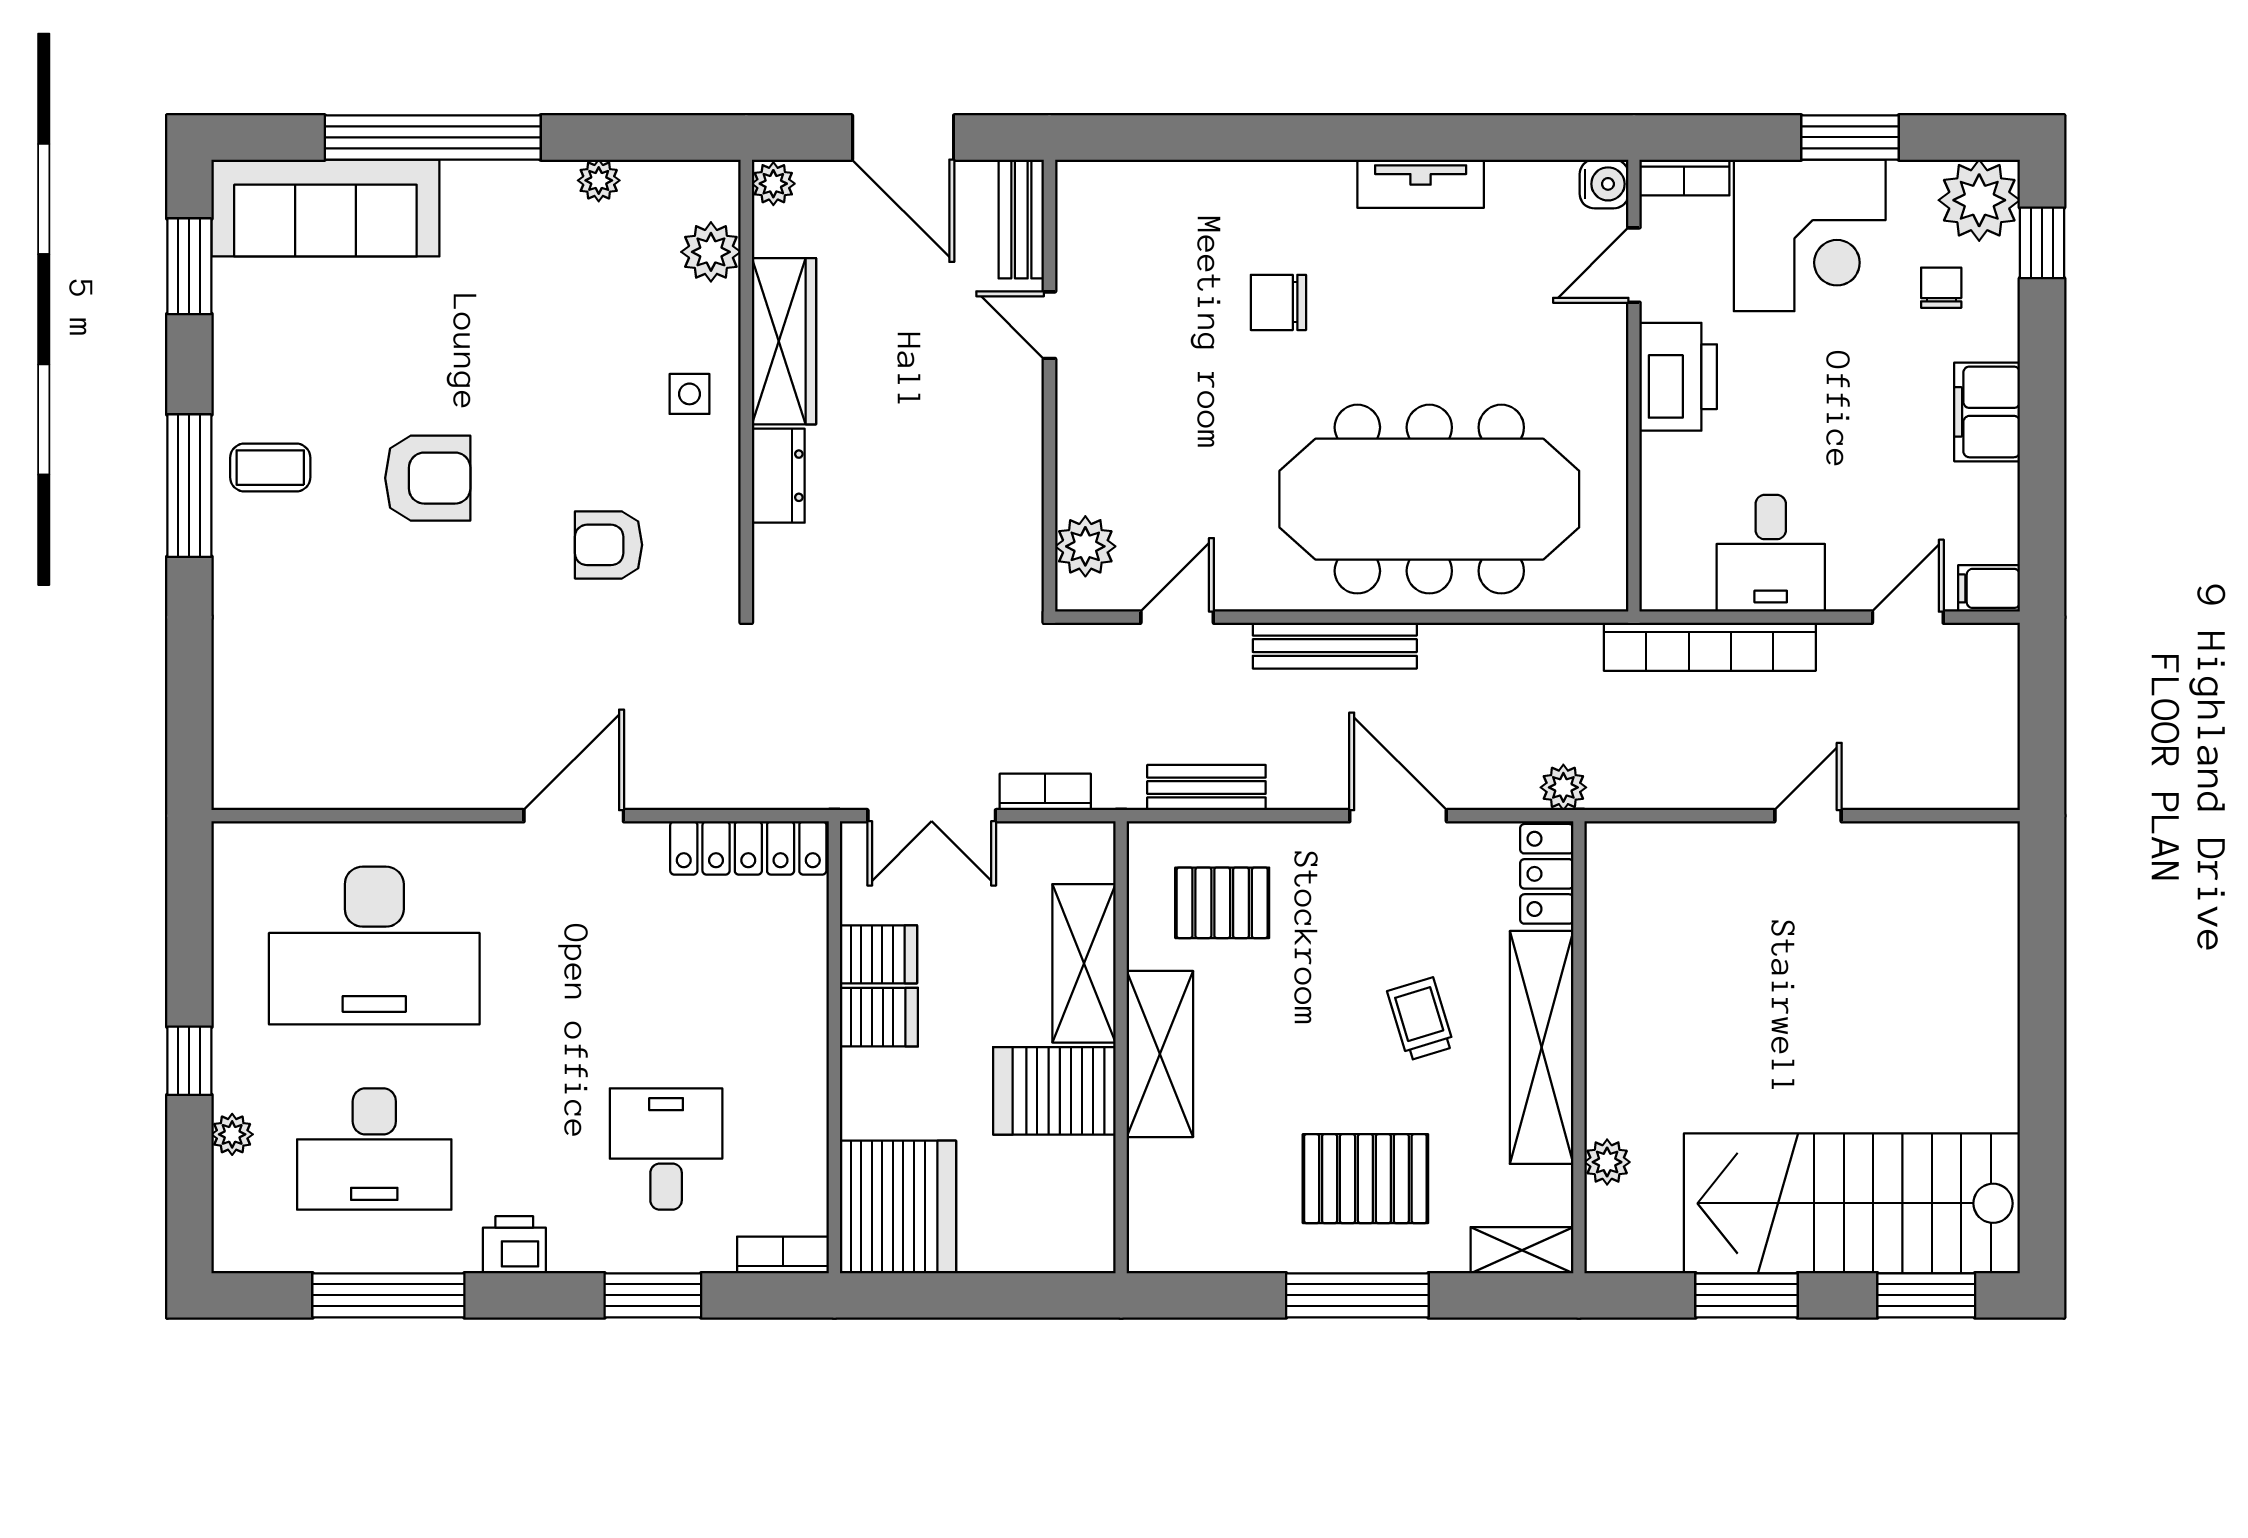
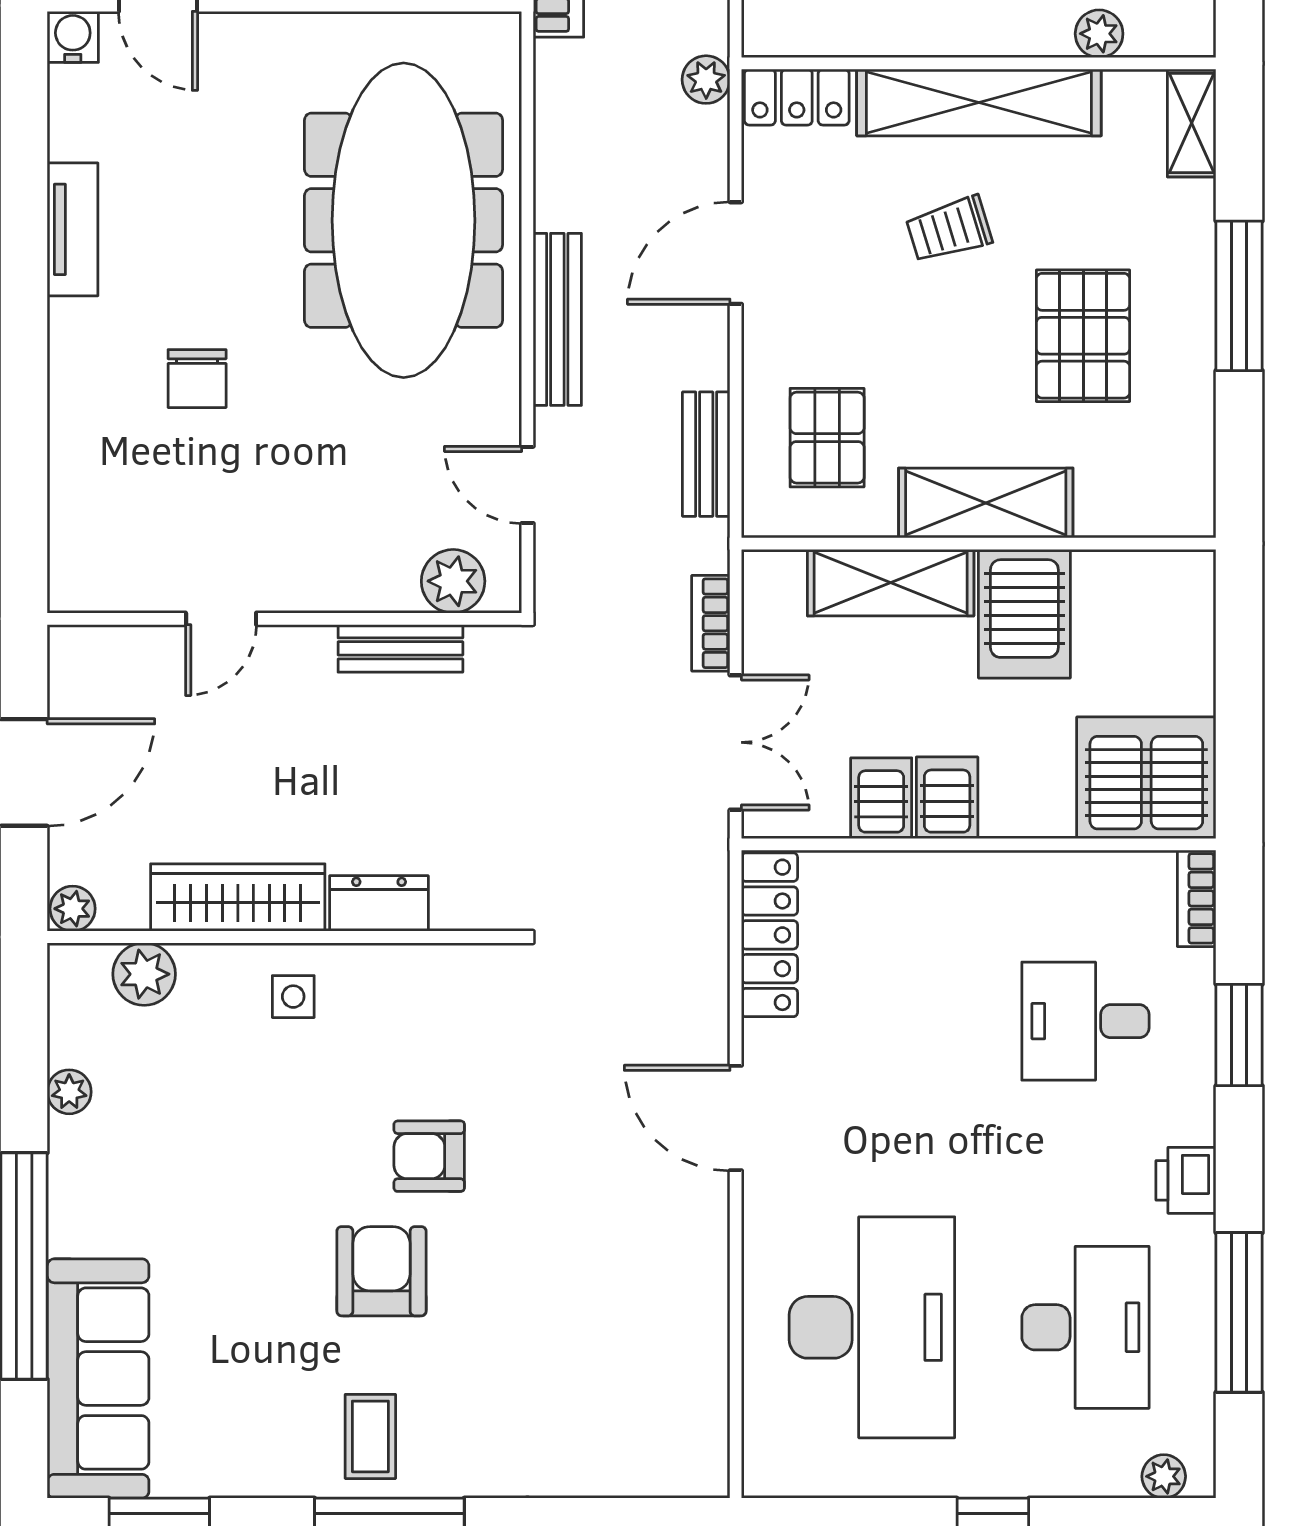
bench: (1021, 219) -> (400, 648), moved
armchair: (609, 545) -> (429, 1156), moved, turned 90
plant: (232, 1134) -> (1164, 1476), moved
pallet: (1365, 1179) -> (1083, 336), moved

